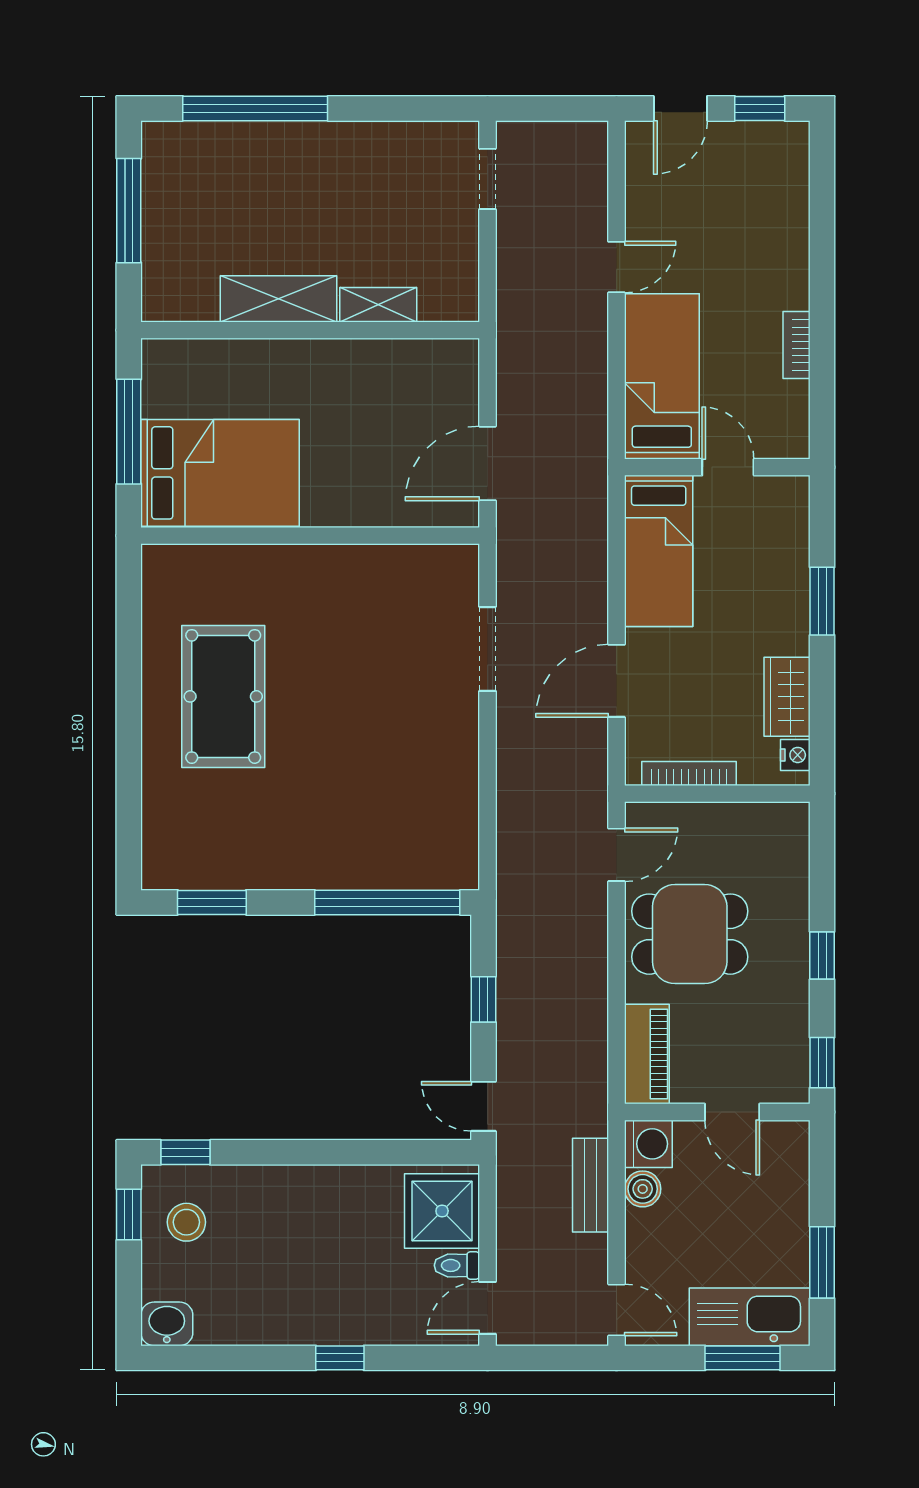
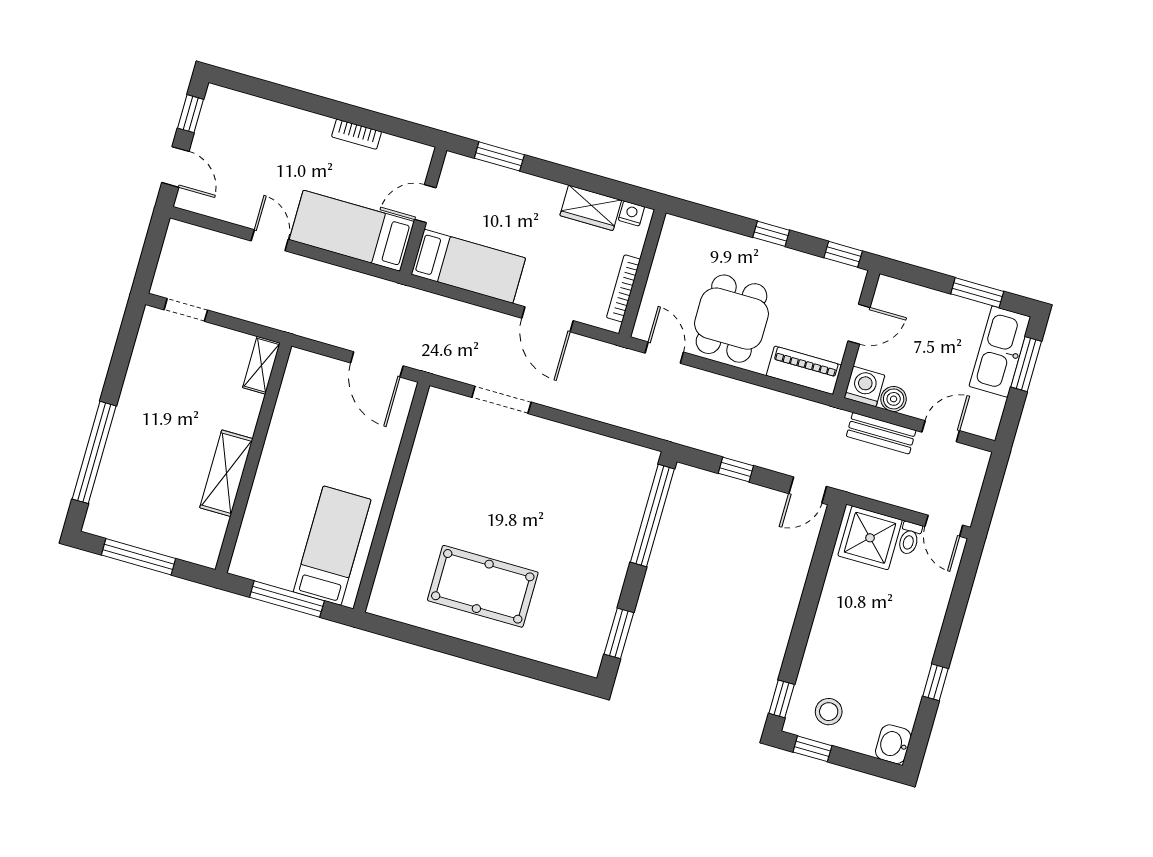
shelving: (378, 305) -> (261, 365), moved
bed: (220, 473) -> (332, 546), width x0.67
window: (822, 601) -> (499, 156), moved
door: (617, 1310) -> (941, 431), moved
window: (340, 1358) -> (935, 682), moved

